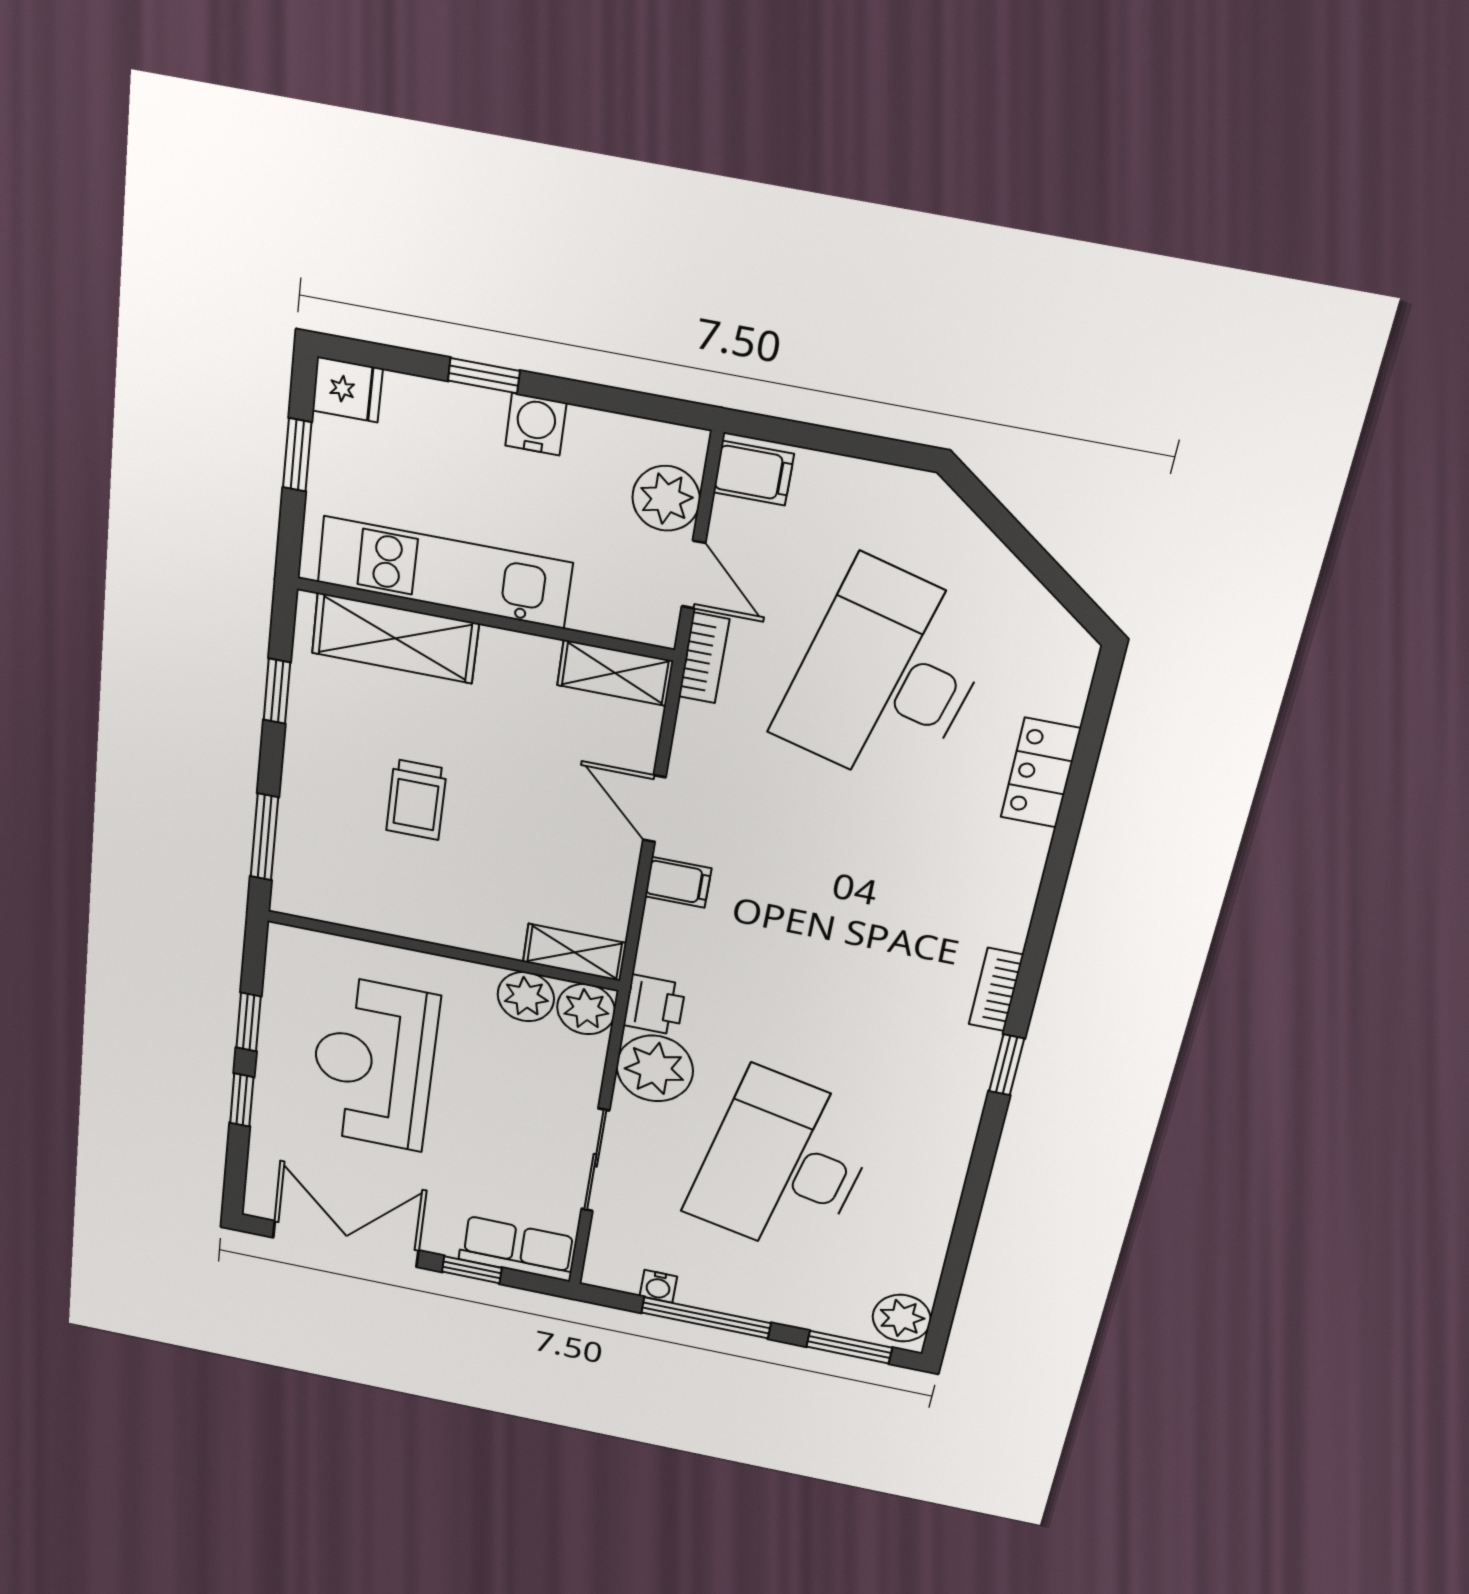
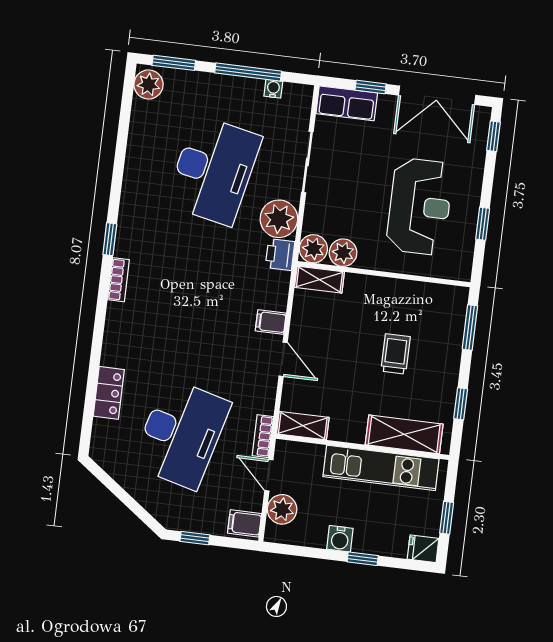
window: (871, 448) -> (195, 538), added
window: (242, 1100) -> (493, 136), moved

